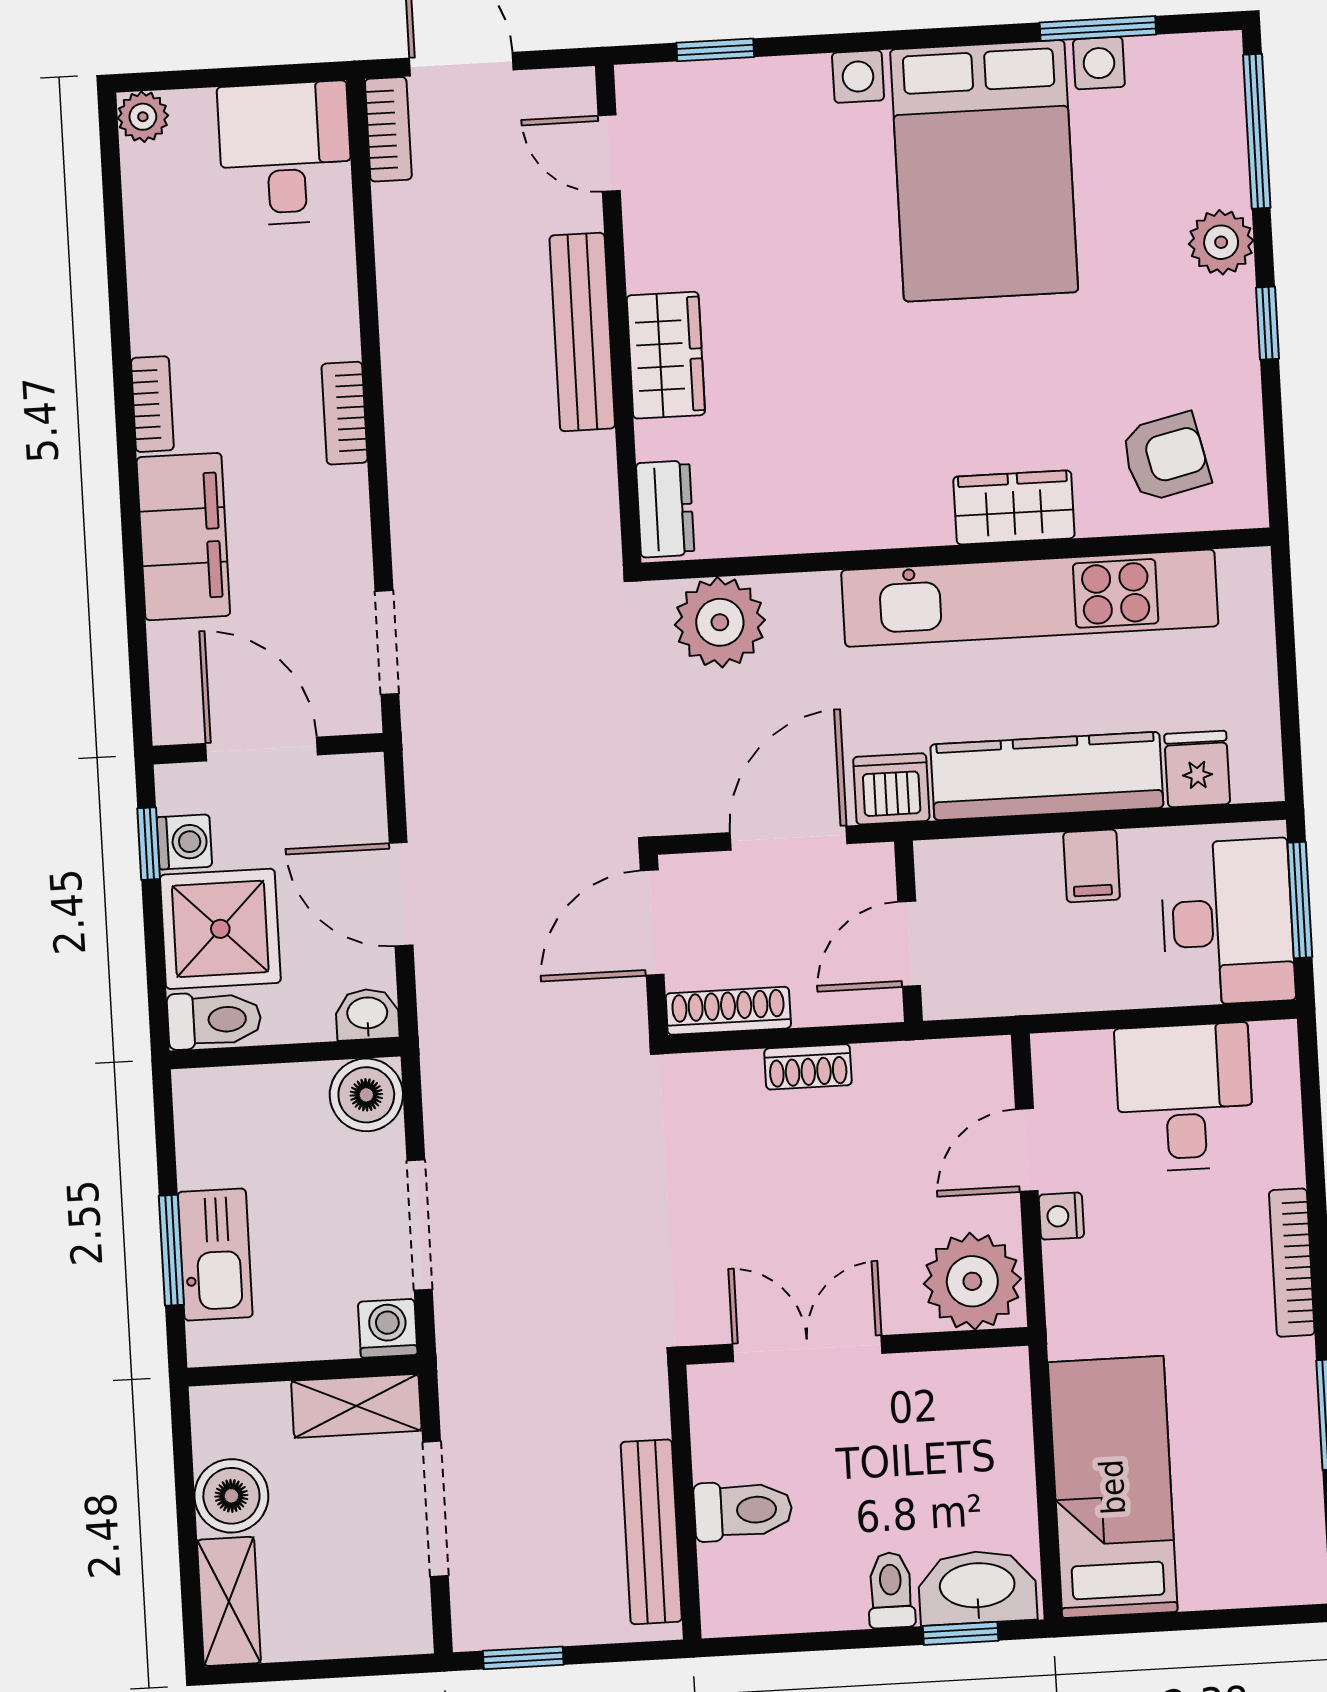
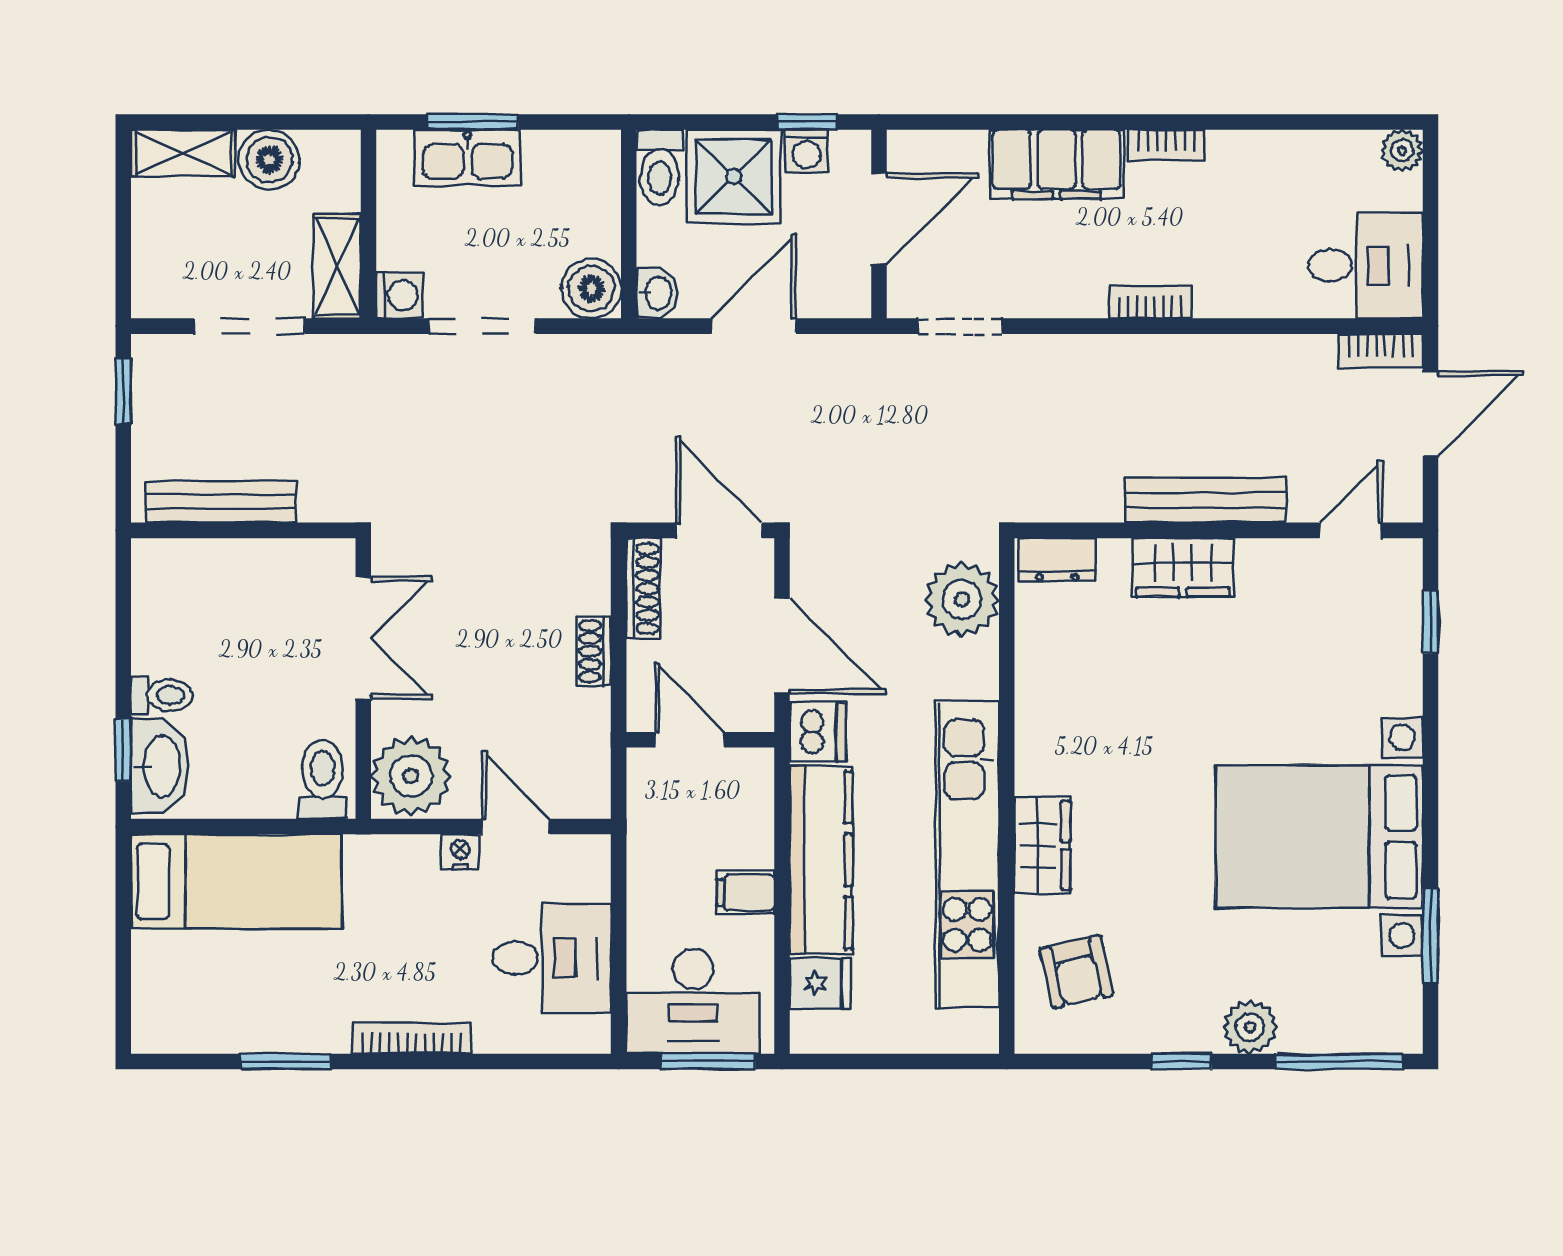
toilet: (743, 1510) -> (323, 779), moved, turned 180

